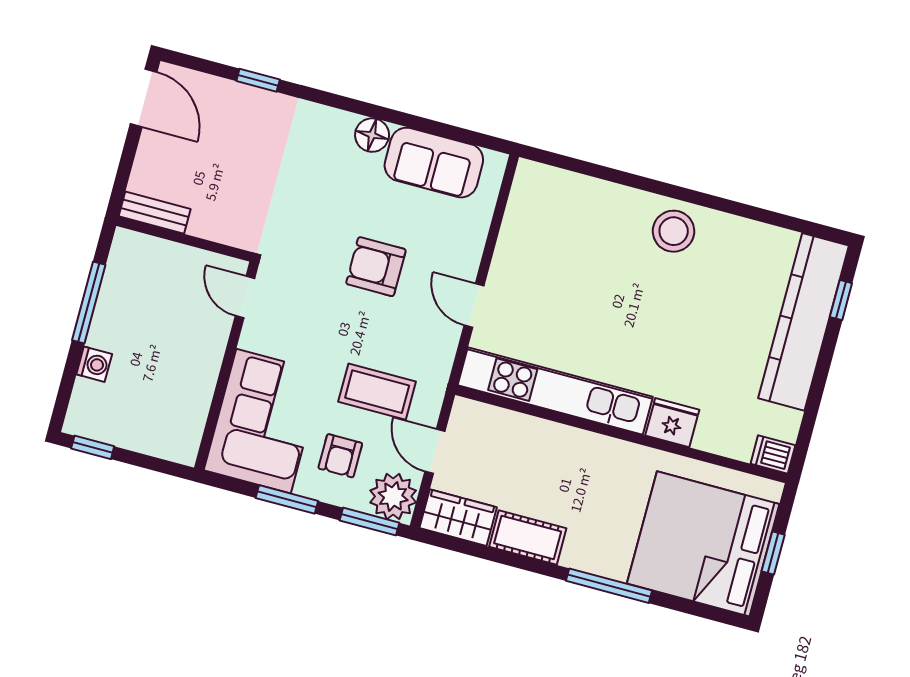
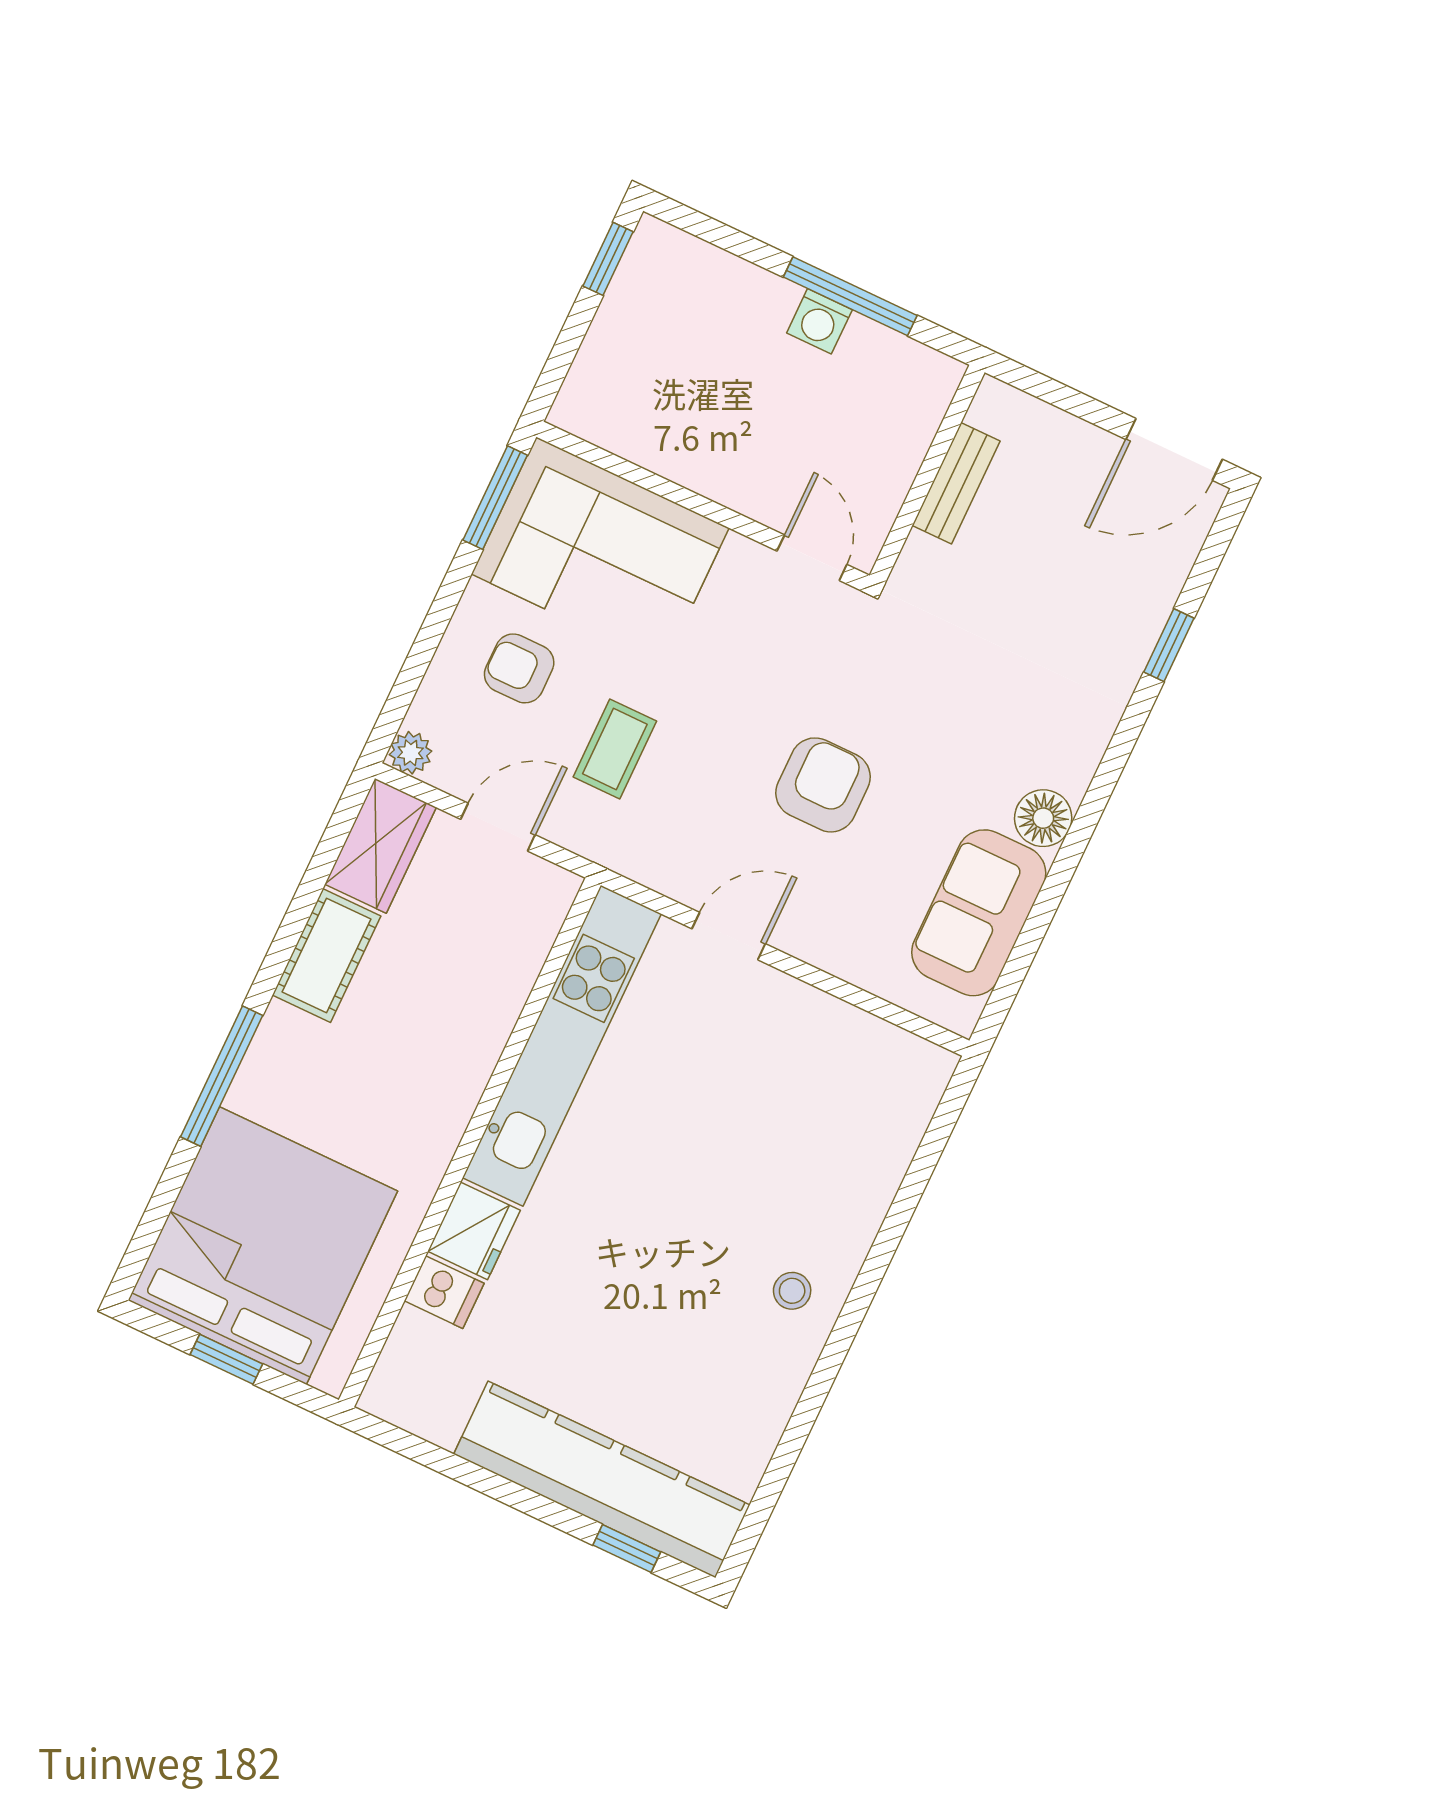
bench: (155, 213) -> (956, 483), moved
stool: (674, 231) -> (792, 1291), width x0.53, depth x0.53
door: (245, 297) -> (812, 558), hinge flipped
washing machine: (94, 364) -> (819, 321), moved
coffee table: (377, 392) -> (615, 749), width x0.73, depth x0.77
dishwasher: (773, 454) -> (444, 1292), moved, turned 90
plant: (393, 496) -> (410, 753), width x0.53, depth x0.53
window: (287, 499) -> (495, 498), moved
window: (369, 522) -> (401, 697), removed

